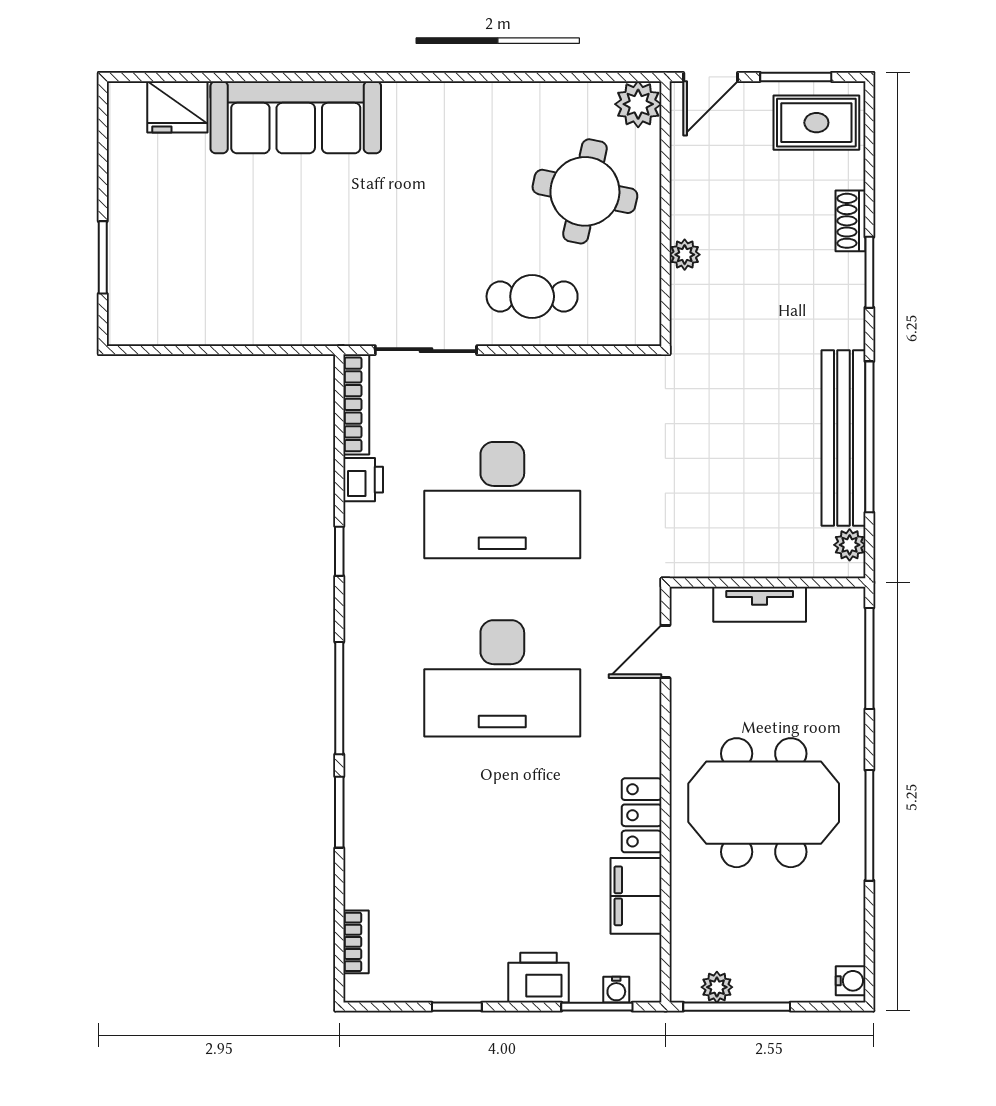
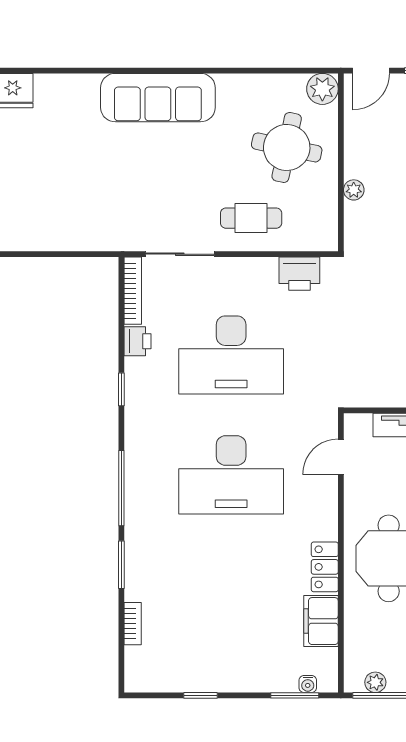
sofa: (296, 117) -> (158, 98), moved
bookcase: (356, 942) -> (133, 624), moved
printer: (538, 978) -> (299, 274), moved, turned 180

